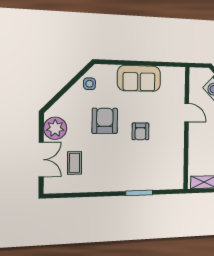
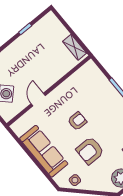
sofa: (139, 78) -> (44, 151), width x1.36

